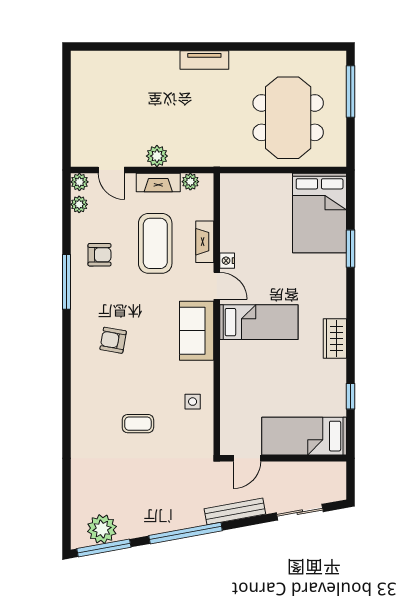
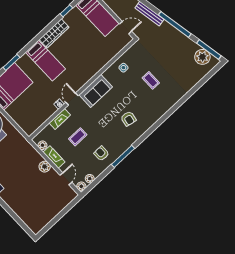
coffee table: (155, 243) -> (78, 137), width x0.54, depth x0.58
bed: (259, 322) -> (45, 61), moved, turned 180
wardrobe: (335, 339) -> (54, 33), width x1.50

